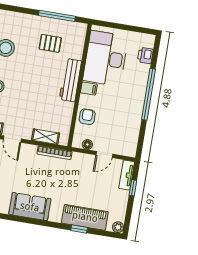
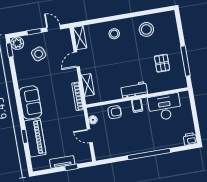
printer: (145, 56) -> (190, 139), moved
desk: (106, 58) -> (165, 107), width x0.73, depth x0.77
workbench: (70, 80) -> (134, 90), width x0.73
tv unit: (127, 175) -> (62, 162), moved
sofa: (30, 207) -> (30, 102), moved
plant: (118, 227) -> (37, 166), removed

